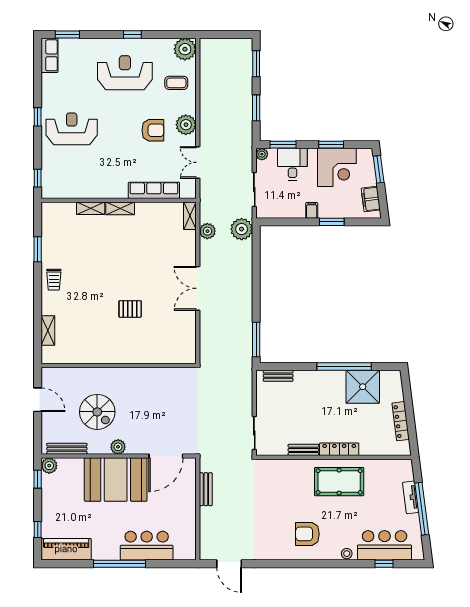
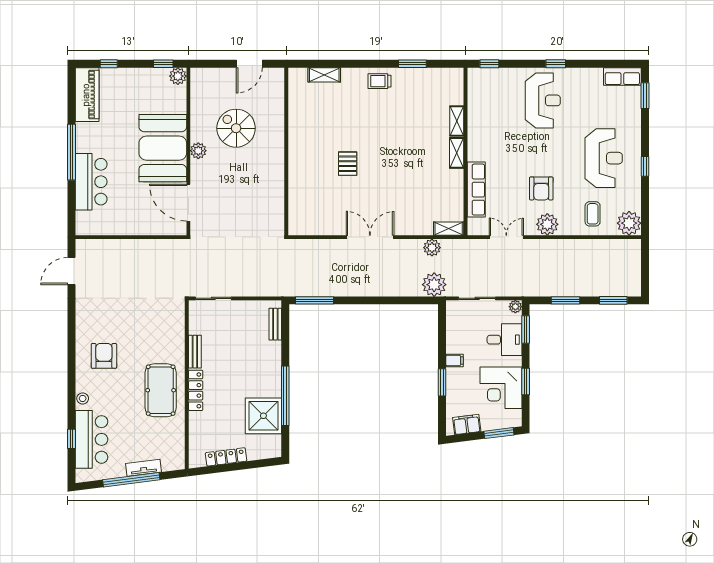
spiral stairs: (97, 412) -> (236, 128), turned 90
bench: (67, 449) -> (196, 95), removed
bench: (206, 489) -> (152, 246), removed

